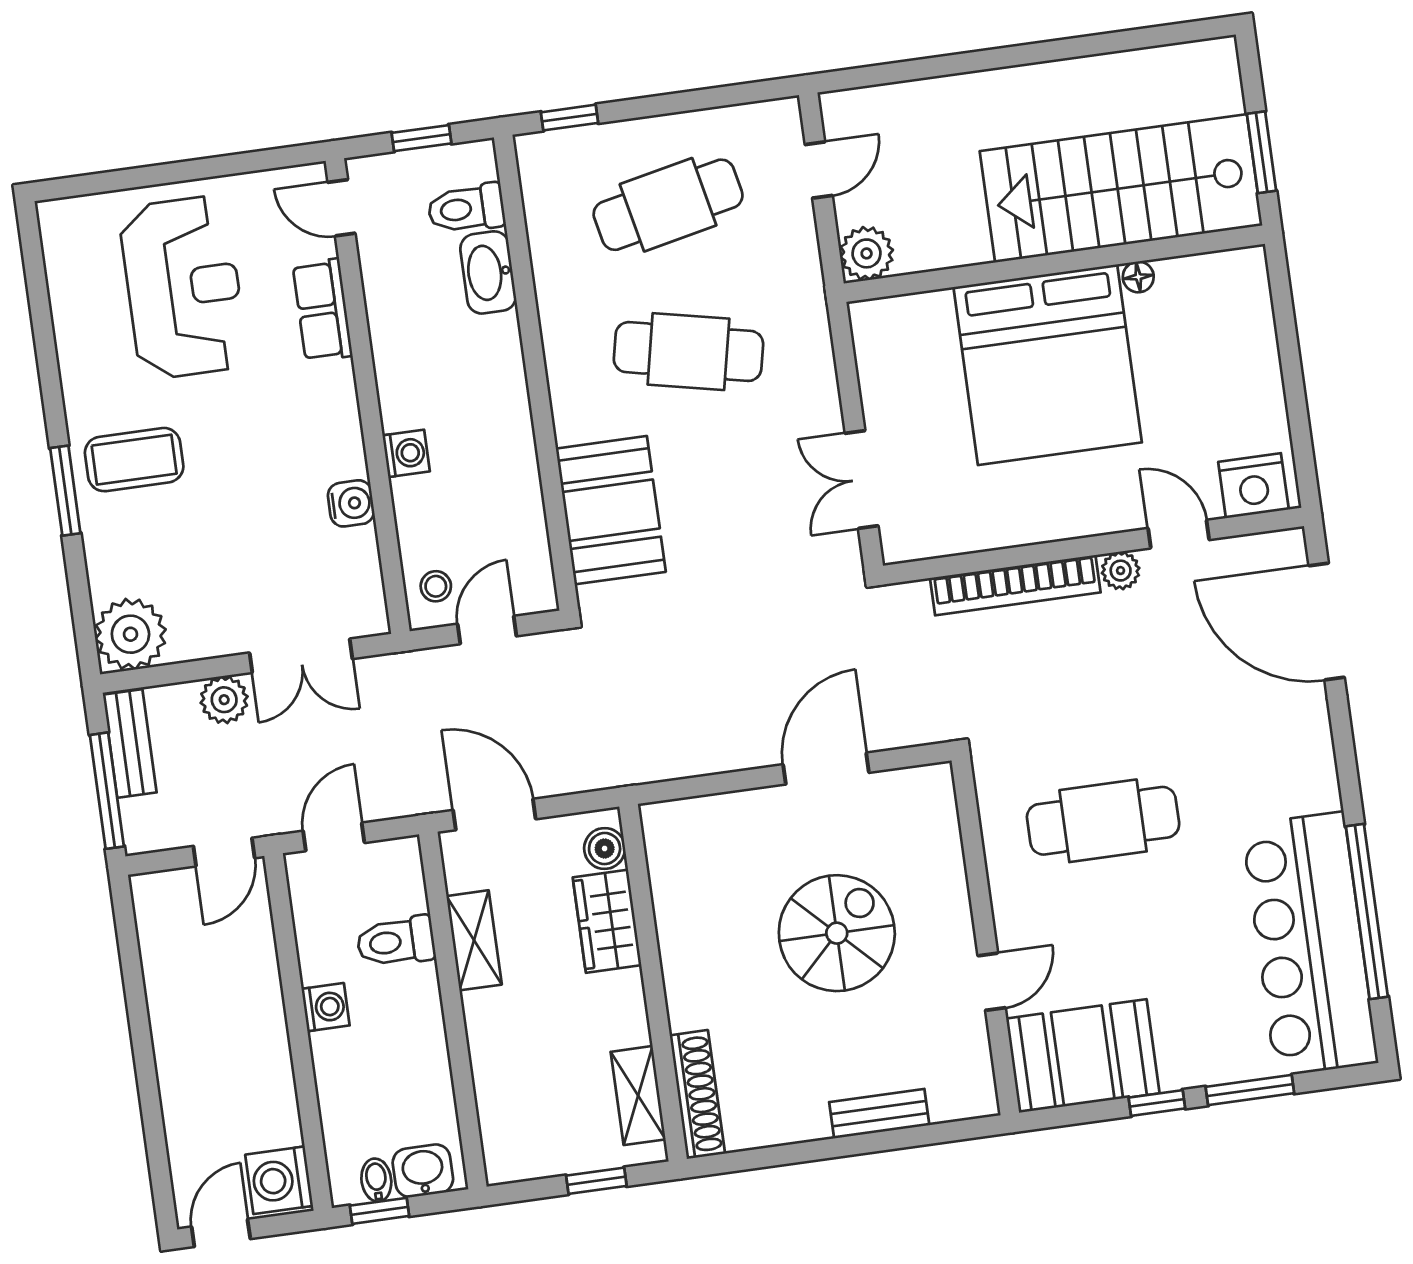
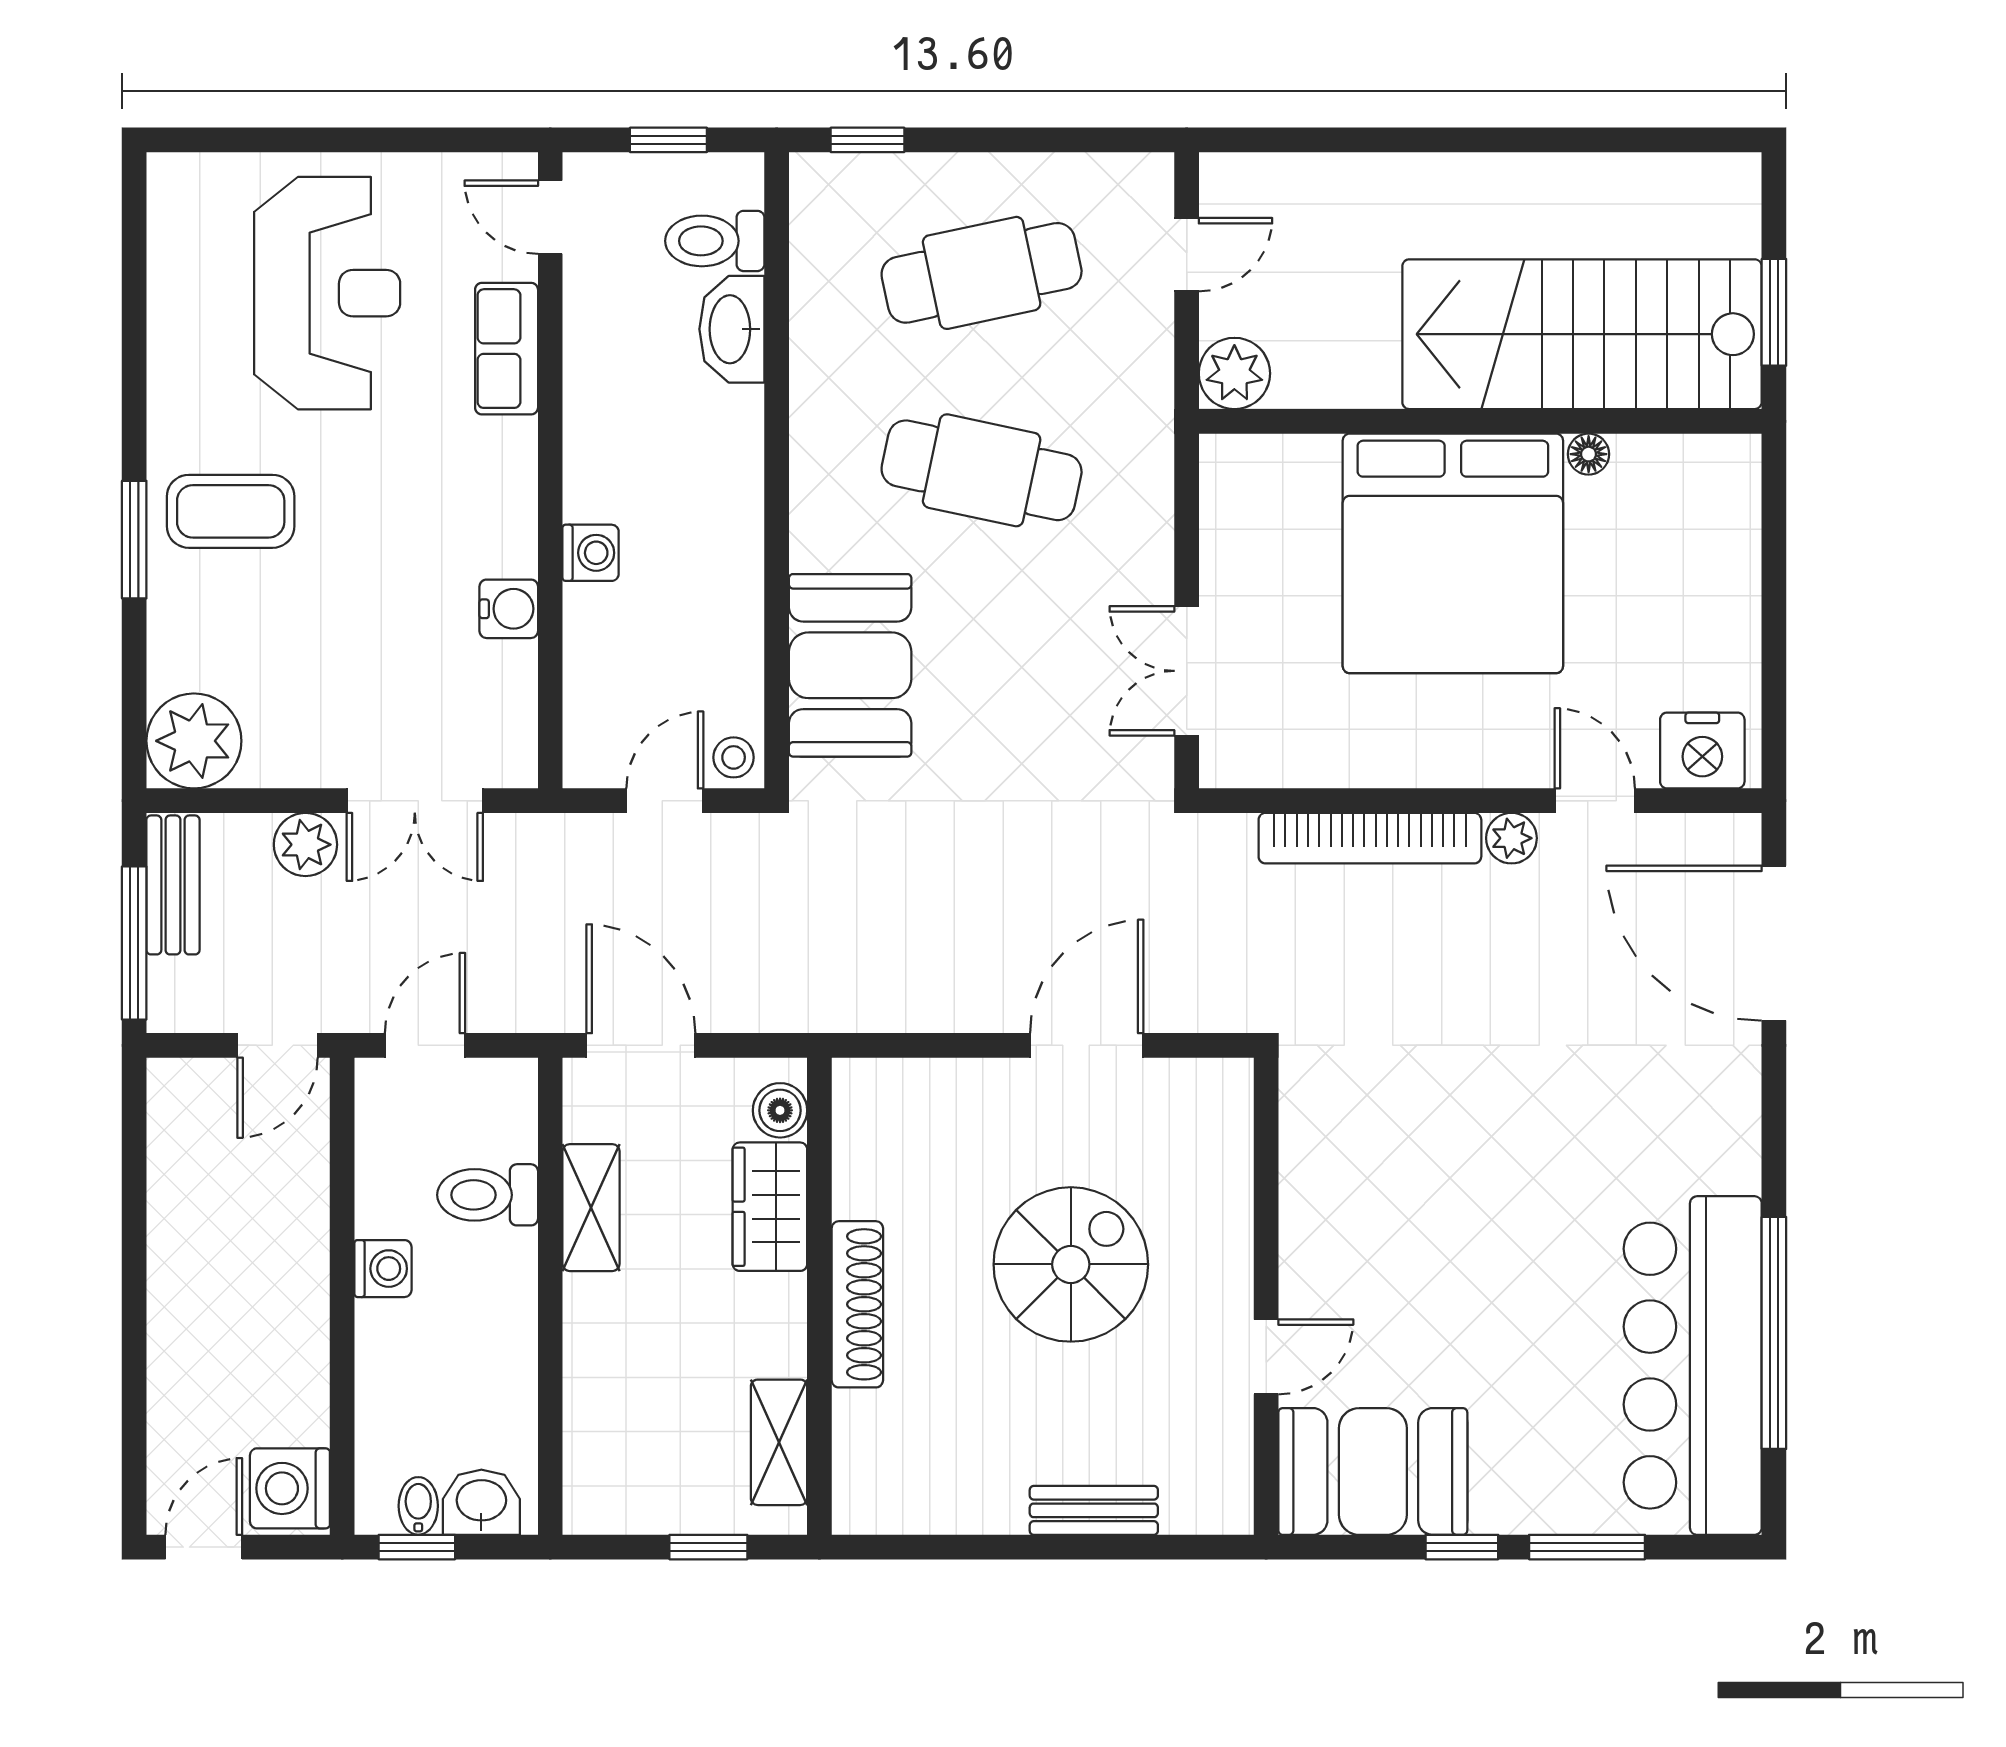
stool: (436, 586) -> (734, 757), moved
cafe table: (1103, 821) -> (1443, 1165), removed
shoe rack: (697, 1094) -> (857, 1304), moved

